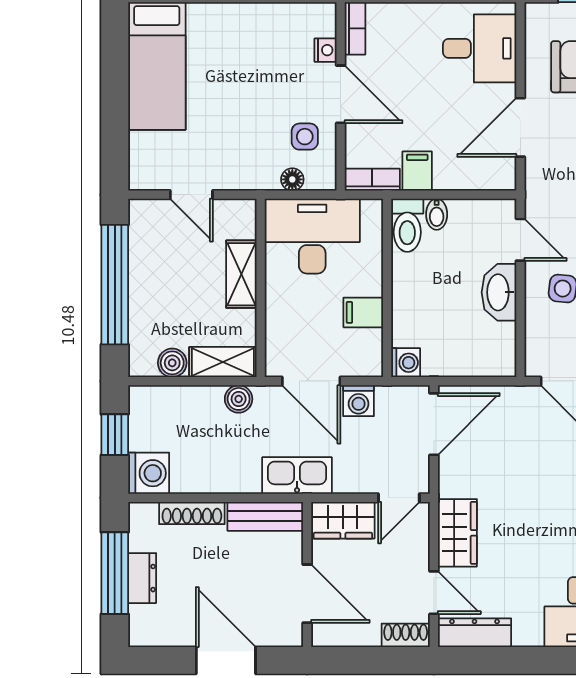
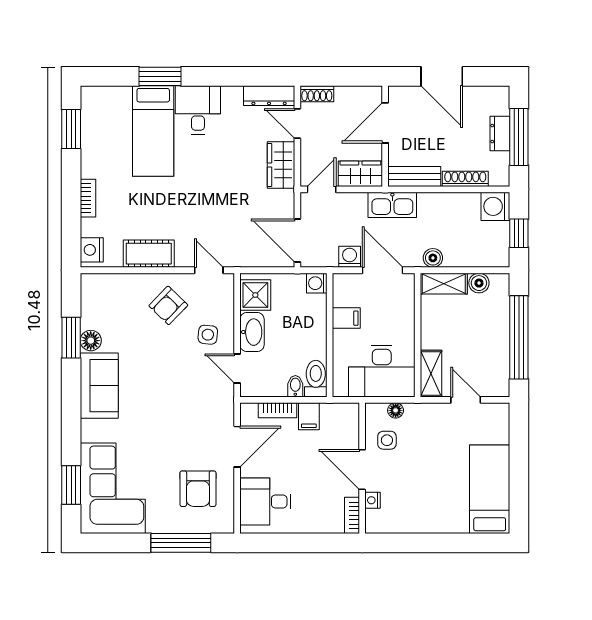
bookcase: (372, 180) -> (278, 410), moved
shelving: (241, 274) -> (431, 374), moved
shower: (494, 346) -> (255, 295), added
door: (434, 424) -> (297, 241), hinge flipped
door: (307, 594) -> (385, 123), hinge flipped

